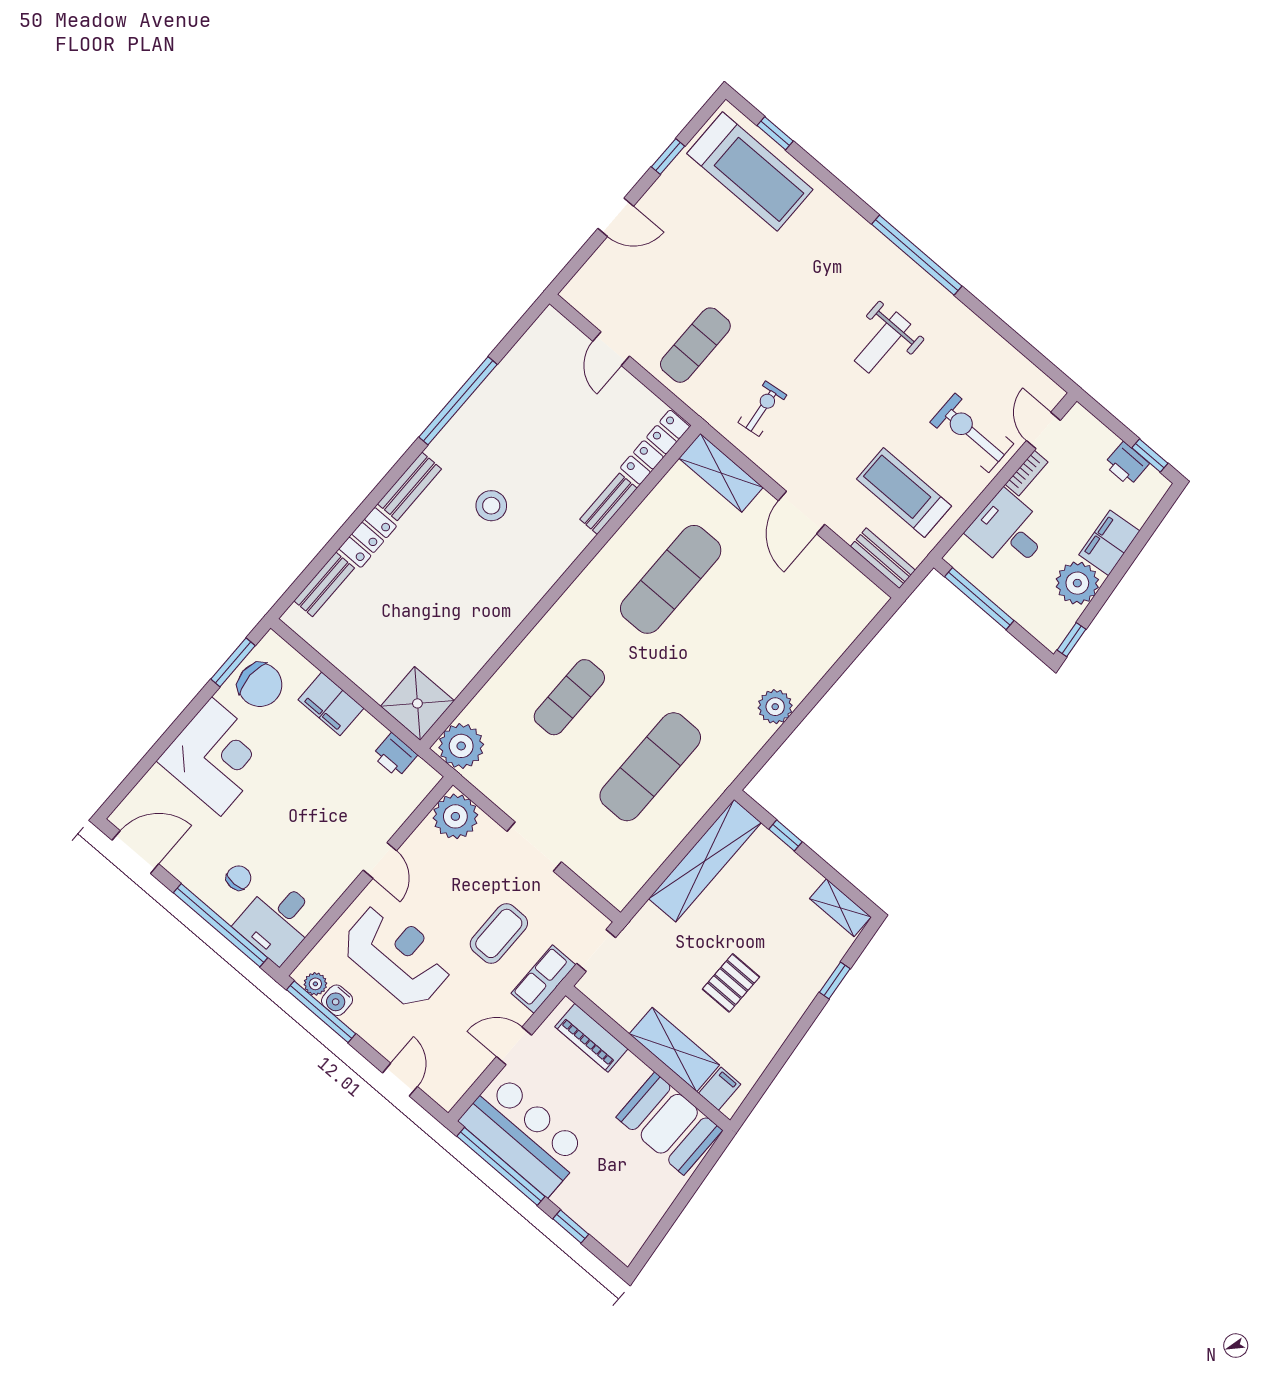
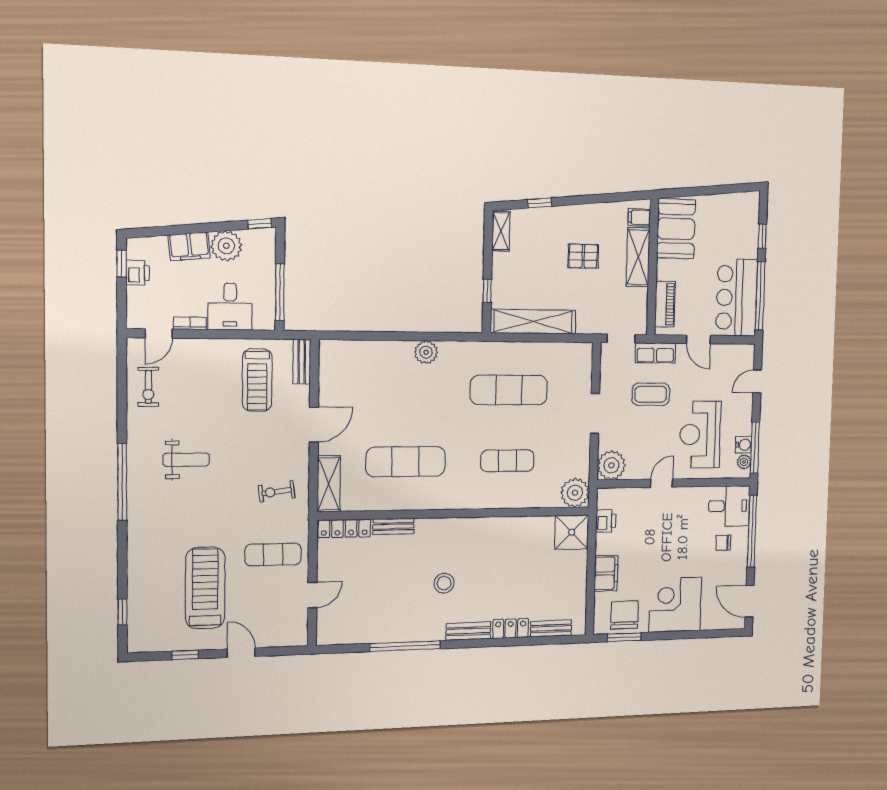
treadmill: (750, 172) -> (205, 588), moved
exercise bike: (972, 433) -> (148, 387), moved, width x0.73, depth x0.72

